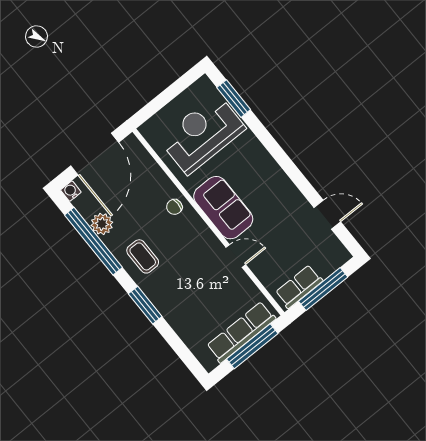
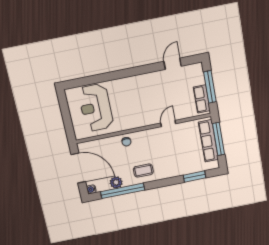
window: (234, 99) -> (85, 81), removed
sofa: (223, 208) -> (140, 117), removed
window: (145, 305) -> (194, 176), moved

